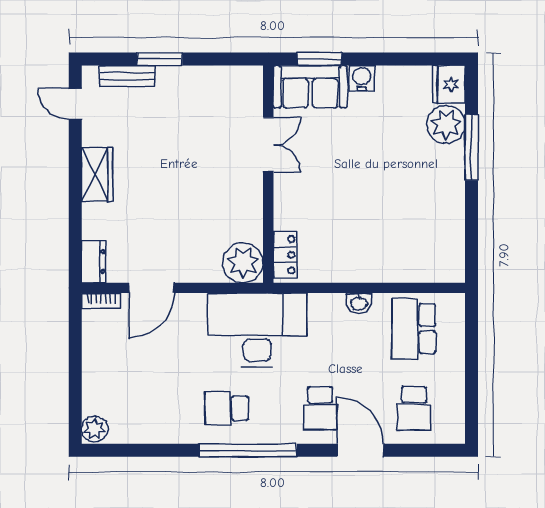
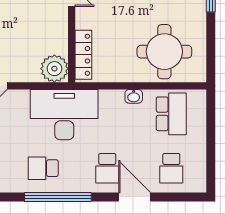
round table: (404, 238) -> (164, 52), added
locker: (285, 255) -> (83, 55), width x1.53
school desk: (414, 329) -> (171, 114), turned 180

